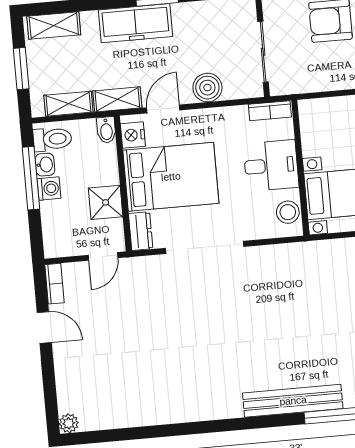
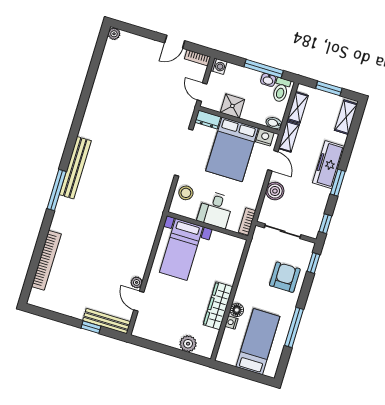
washing machine: (49, 188) -> (219, 66), moved, turned -90
stool: (288, 212) -> (186, 193), moved

